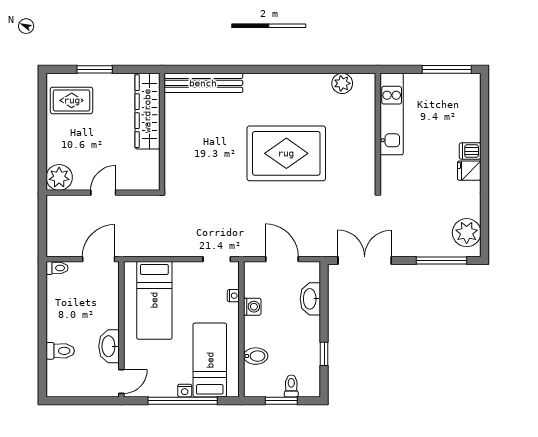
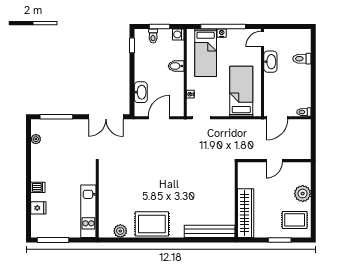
rug: (286, 153) -> (152, 224), moved, width x0.73, depth x0.69
fridge: (469, 171) -> (38, 208), moved
plant: (59, 177) -> (303, 194), moved
plant: (467, 233) -> (36, 139), width x0.53, depth x0.53
door: (282, 259) -> (159, 118), swing flipped
washing machine: (252, 307) -> (178, 34), moved
window: (324, 354) -> (132, 45), moved
bidet: (256, 356) -> (176, 66), moved

